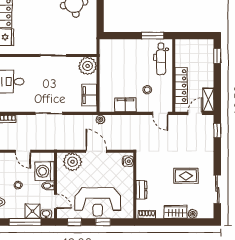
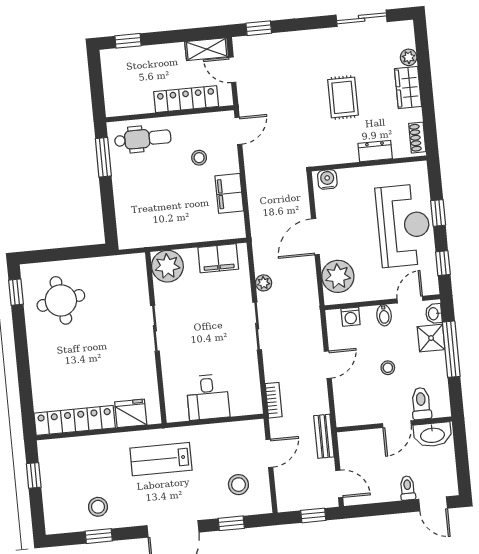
plant: (100, 119) -> (264, 283), moved
washing machine: (45, 171) -> (351, 317), width x0.53, depth x0.53
rug: (186, 176) -> (343, 97), moved

